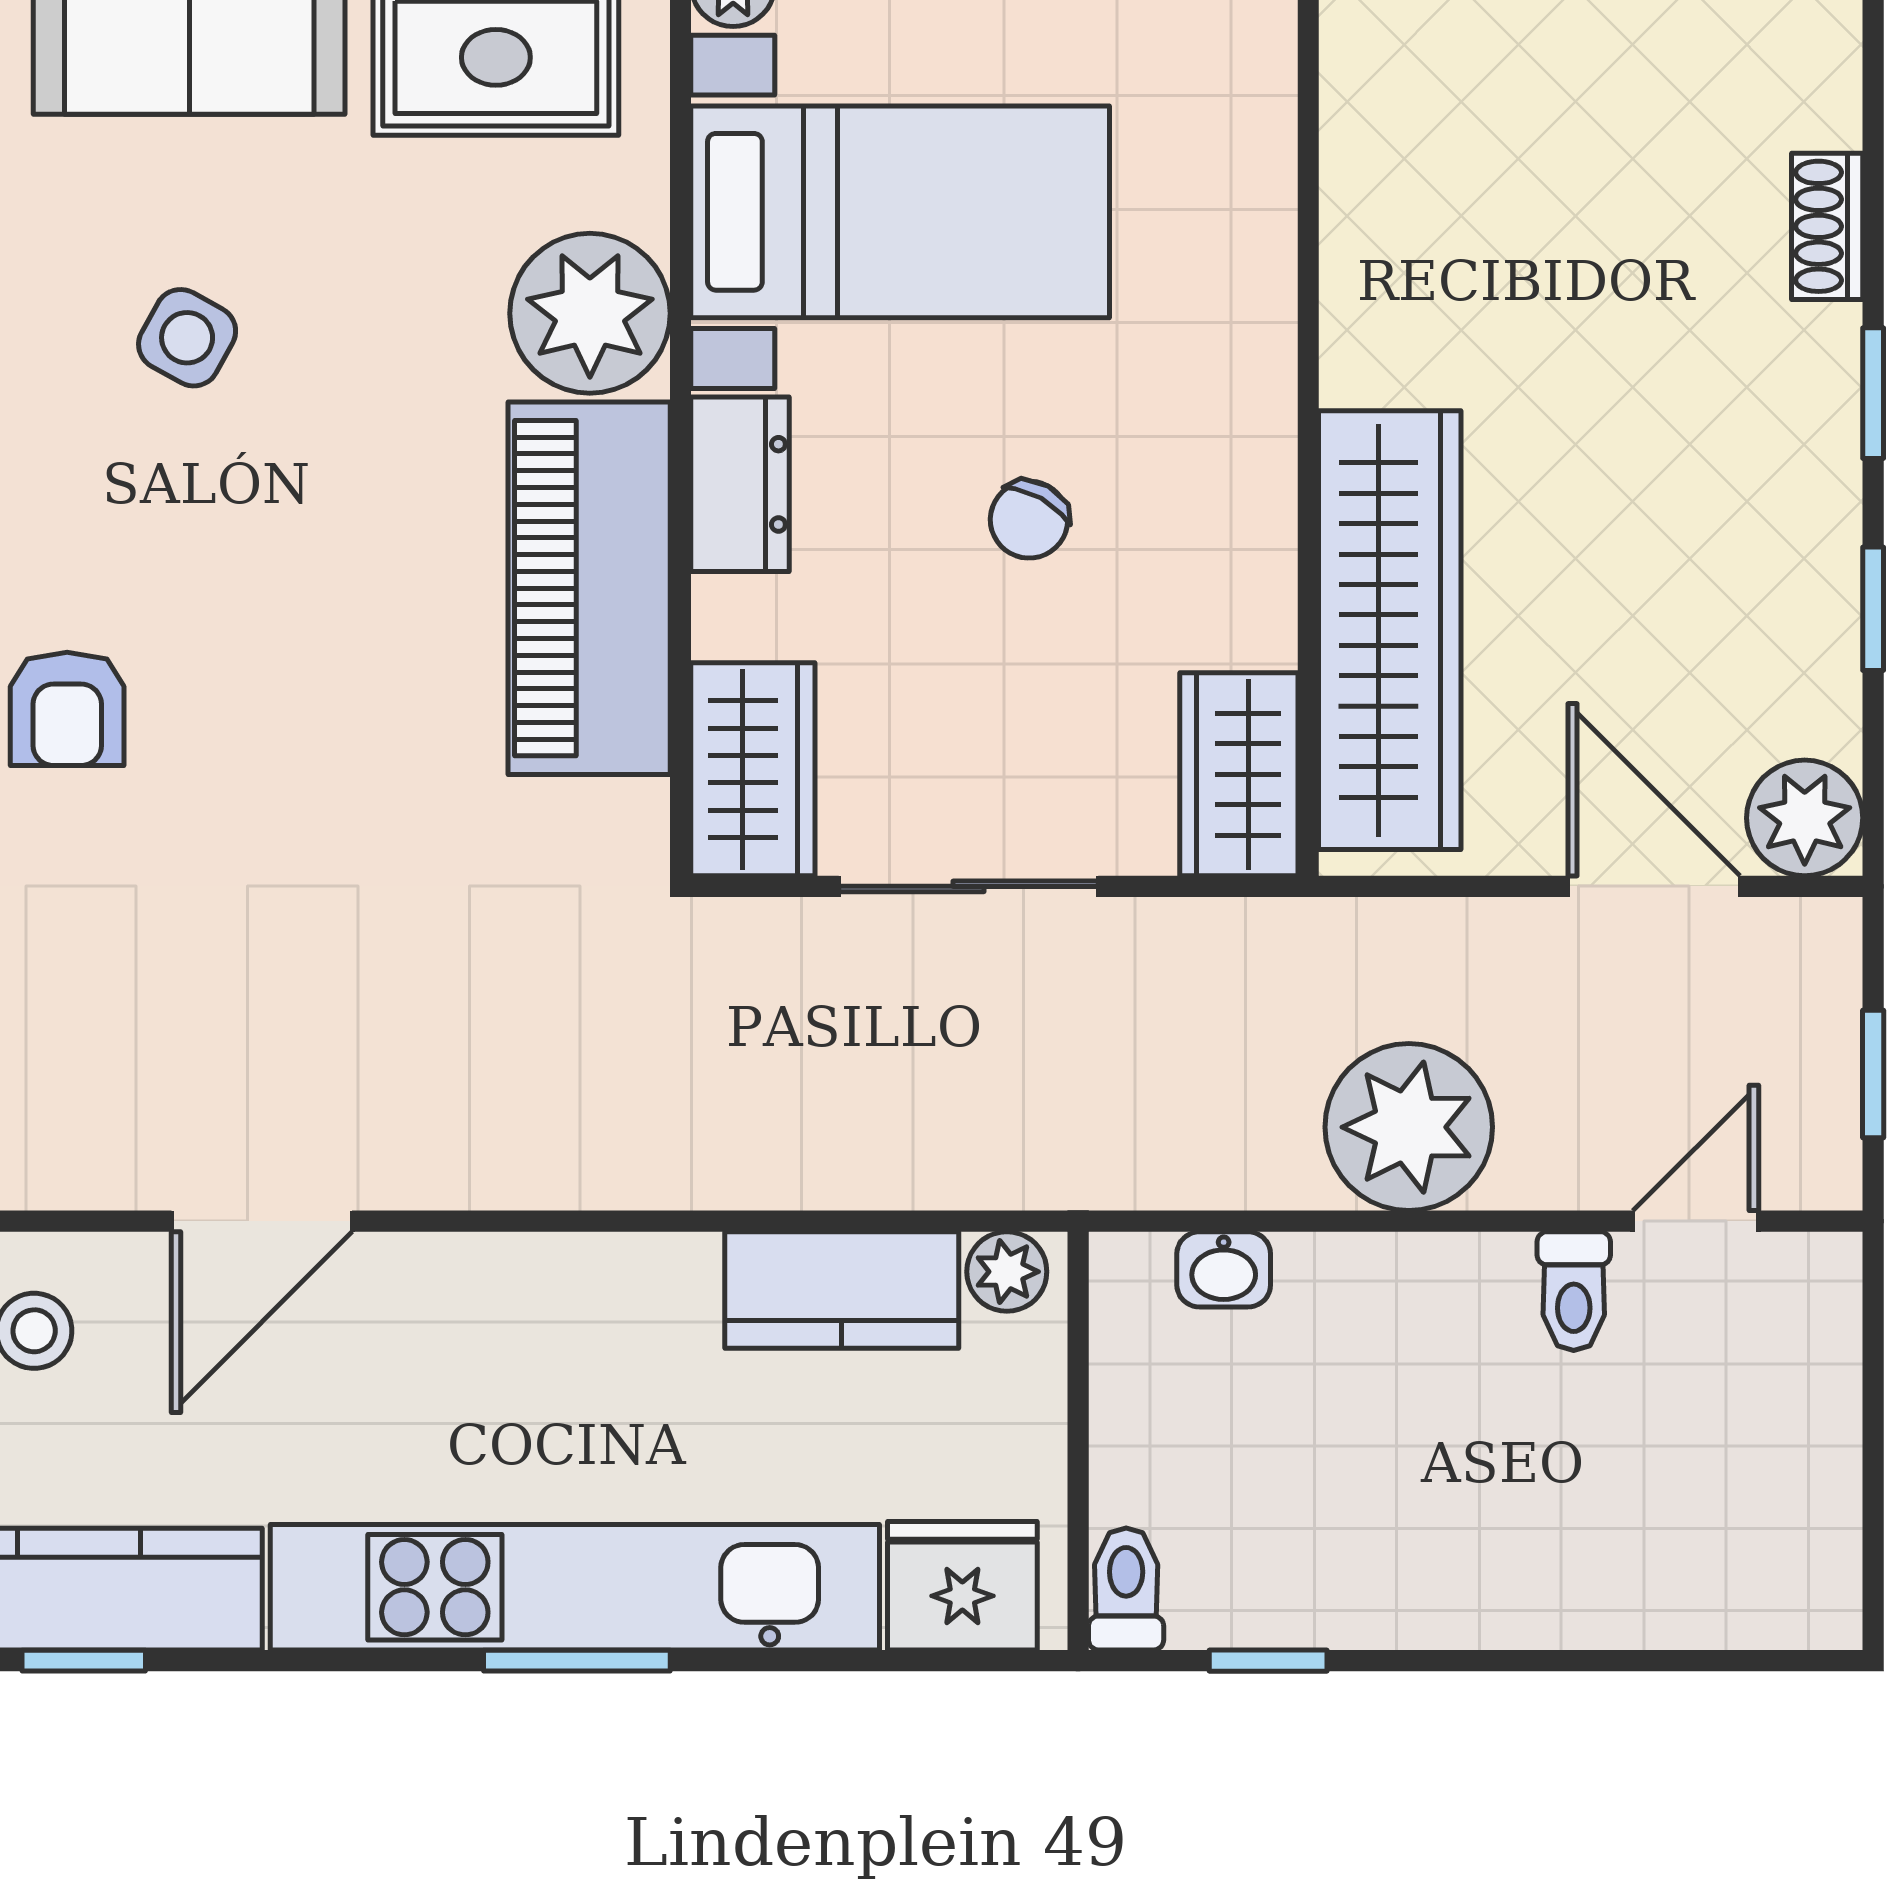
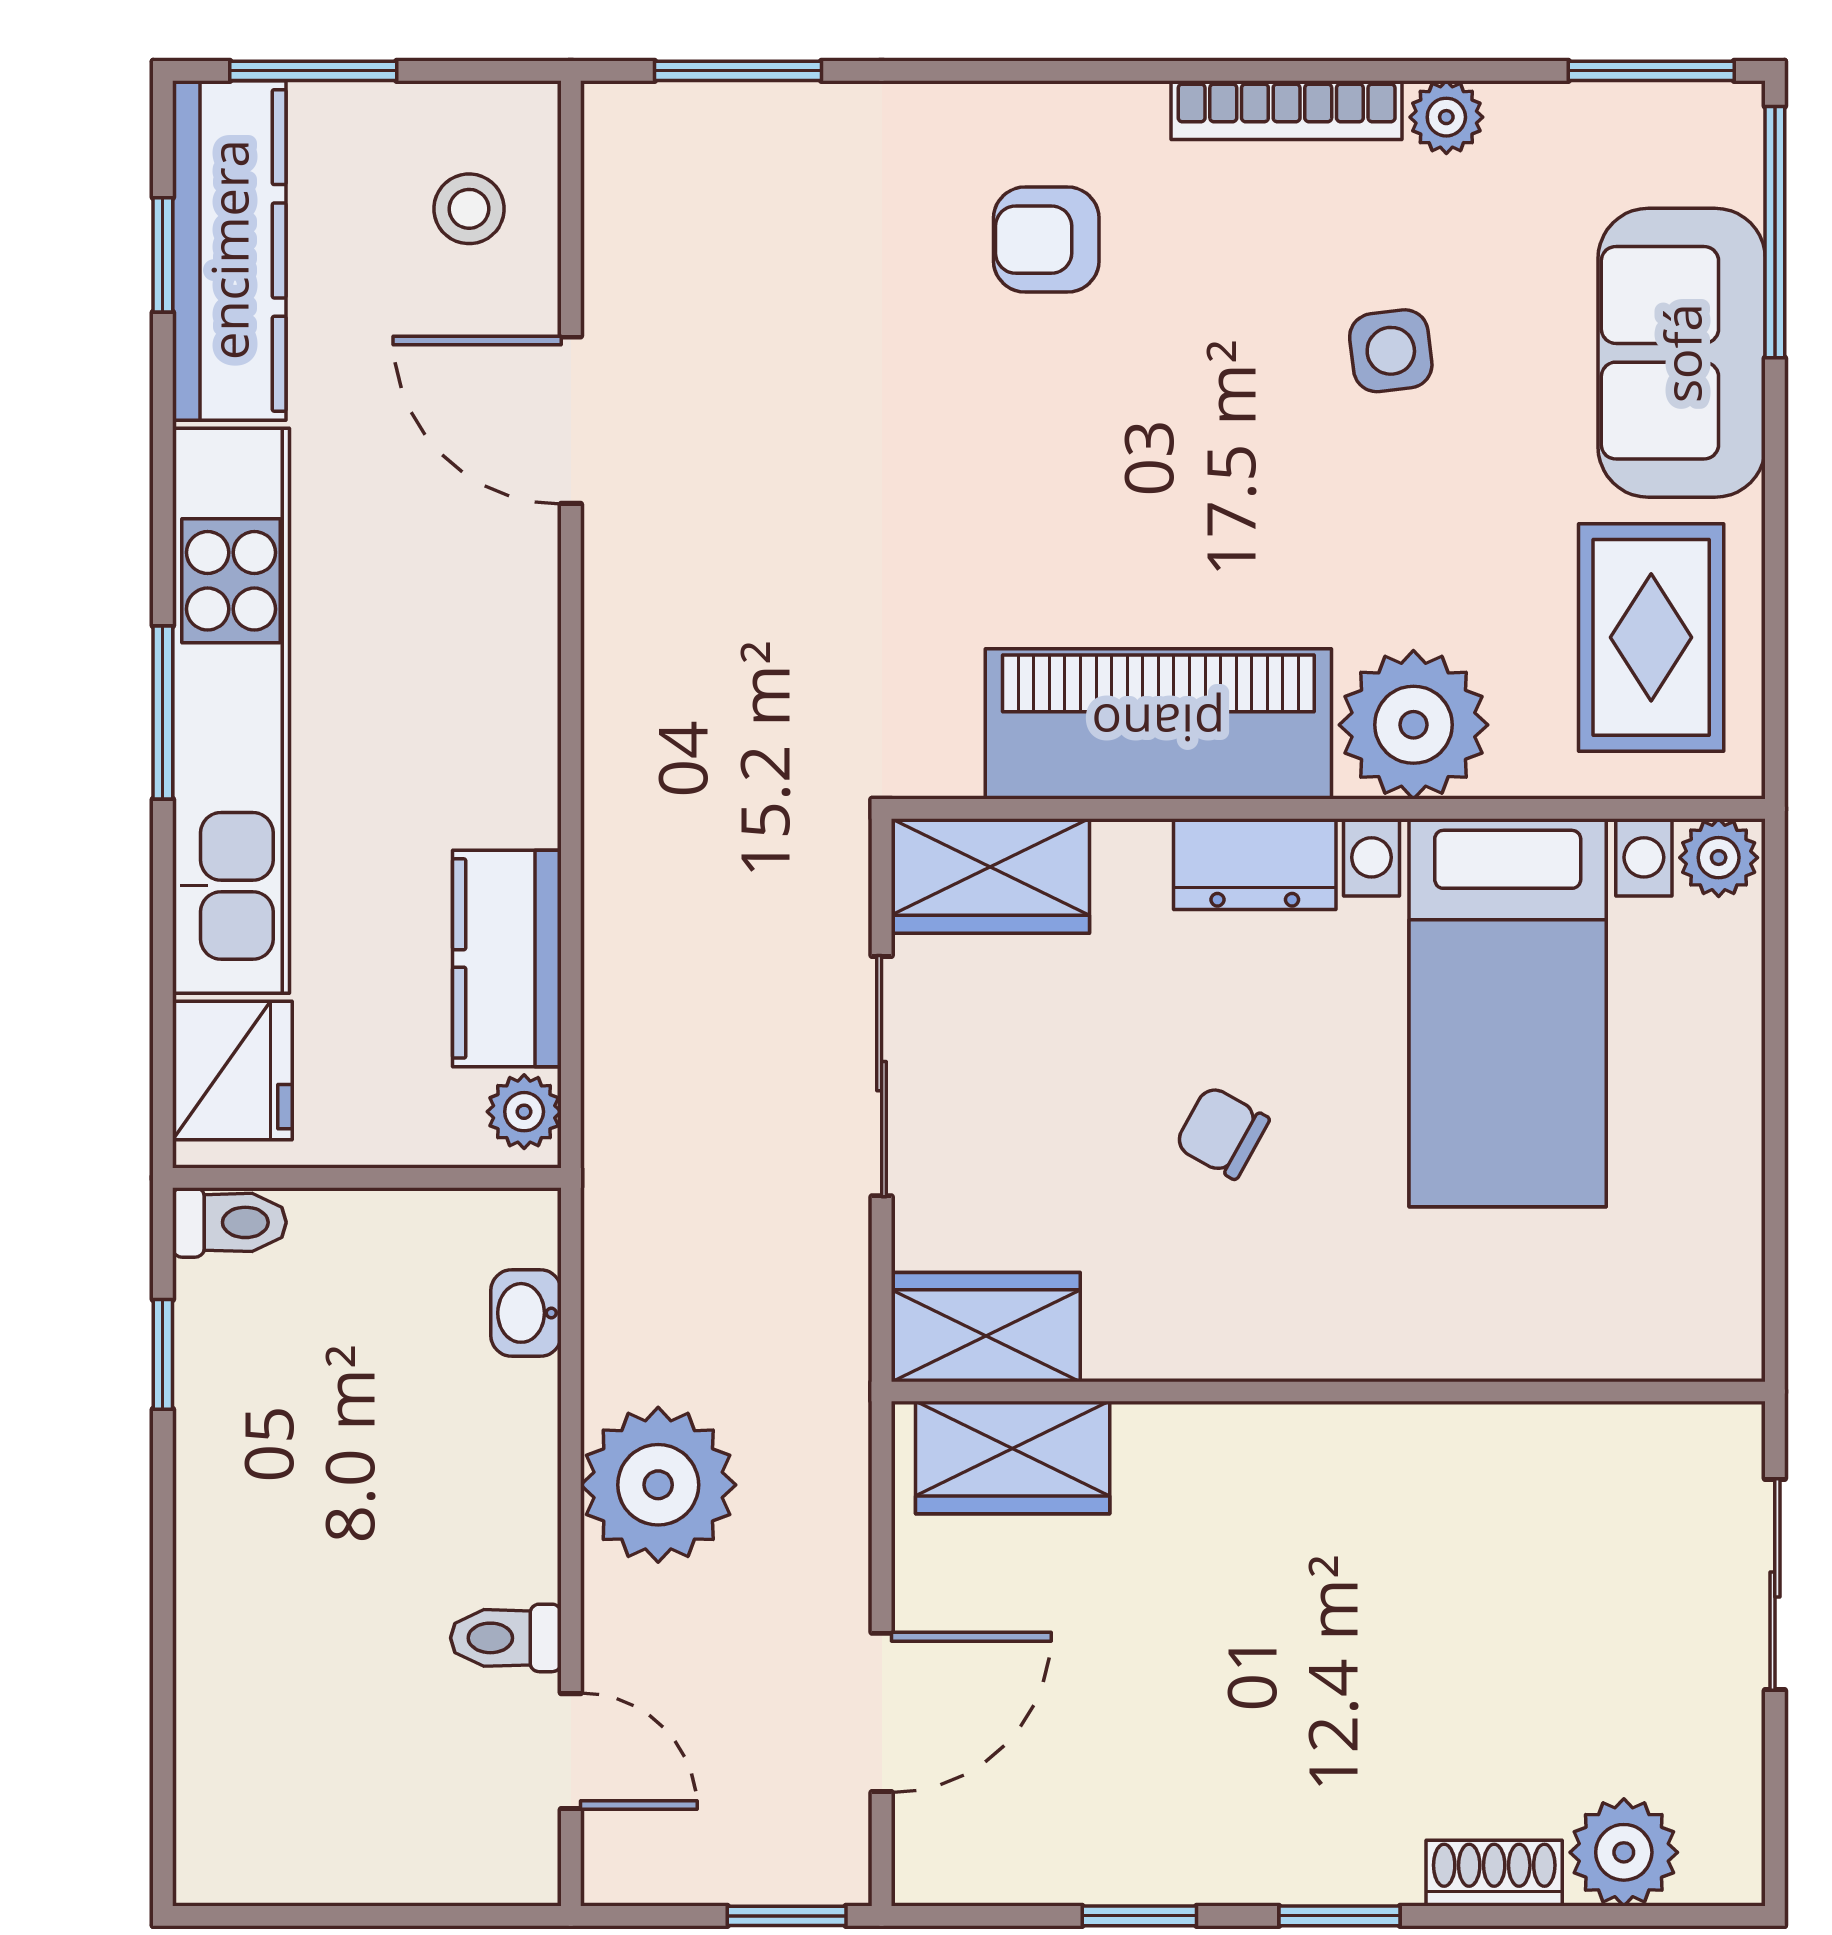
side table: (187, 338) -> (1391, 351), turned -36
wardrobe: (1390, 630) -> (1013, 1457), width x0.48, depth x0.85
plant: (1805, 818) -> (1624, 1852), moved
window: (1873, 1074) -> (787, 1916), moved

